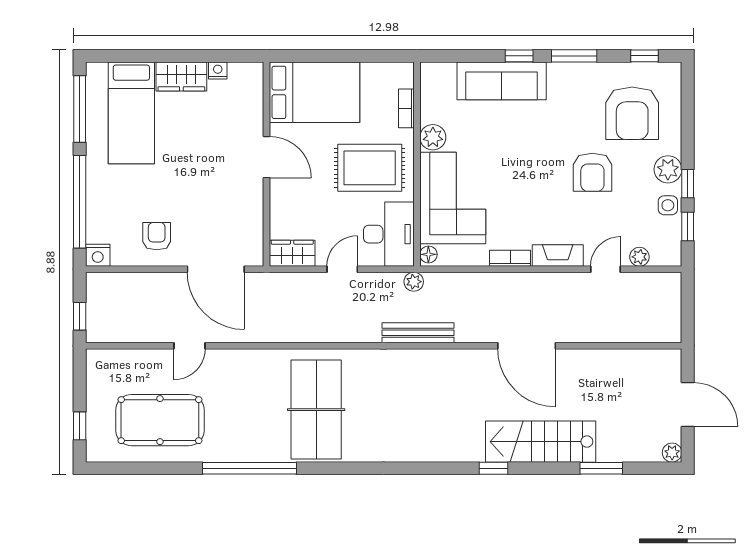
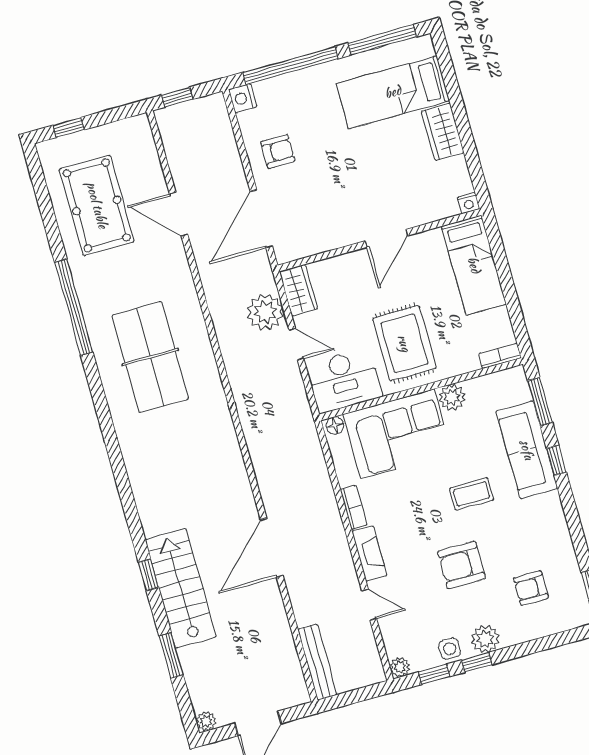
window: (574, 56) -> (540, 402), moved
nightstand: (218, 71) -> (468, 203), moved, turned 90
bed: (315, 92) -> (474, 265), width x0.67
bookcase: (406, 108) -> (500, 356), moved
armchair: (632, 113) -> (531, 588), width x0.53, depth x0.53
coffee table: (529, 144) -> (472, 494), added
plant: (639, 257) -> (400, 667), moved
plant: (414, 282) -> (265, 312), moved, width x1.88, depth x1.88
bench: (418, 333) -> (317, 662), moved
door: (190, 346) -> (179, 214), width x1.38
table tennis table: (316, 410) -> (150, 357), turned 90
window: (494, 468) -> (148, 575), moved

